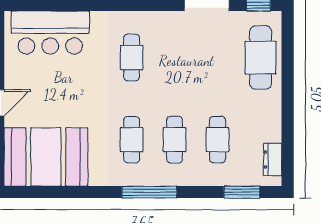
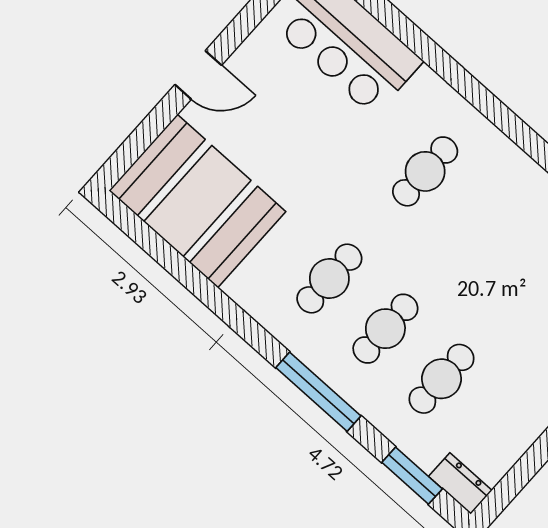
dresser: (273, 160) -> (460, 483), moved, turned 90
window: (149, 192) -> (318, 392), moved

